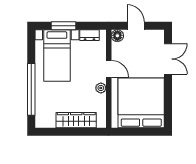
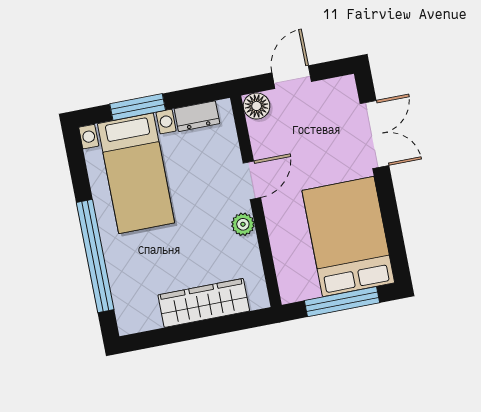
door: (136, 26) -> (292, 77), hinge flipped
door: (109, 69) -> (252, 180), hinge flipped
bed: (141, 103) -> (348, 237), width x0.73
window: (139, 132) -> (342, 302), added

